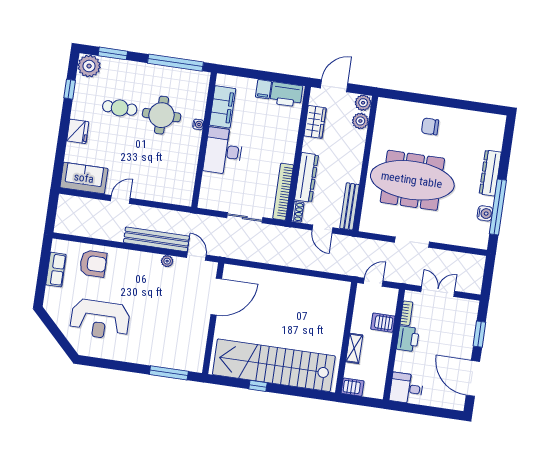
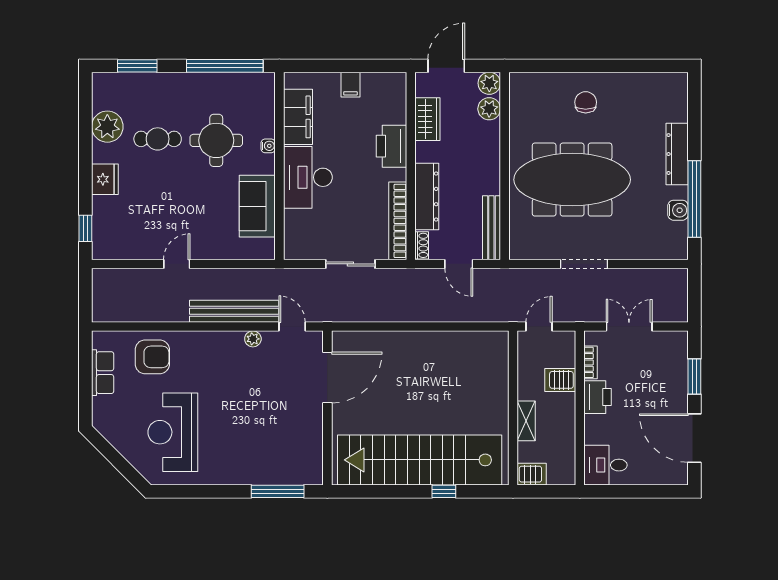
plant: (89, 66) -> (107, 127), moved
window: (70, 89) -> (85, 228), moved
printer: (286, 94) -> (391, 146), moved, turned 90
chair: (430, 126) -> (586, 102), turned 90
sofa: (84, 178) -> (257, 206), moved, turned -90
reception desk: (100, 320) -> (173, 432), turned 90
window: (258, 386) -> (444, 491), moved

